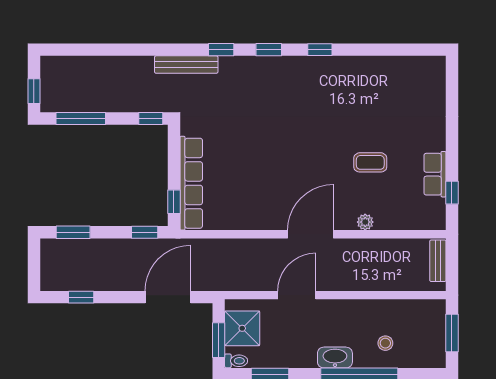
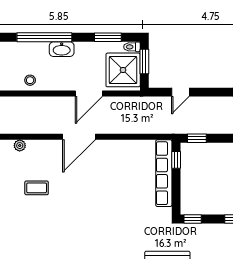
plant: (365, 222) -> (20, 146), moved
door: (168, 297) -> (180, 92), width x0.53
shower: (242, 328) -> (123, 70), width x1.37, depth x1.37
stool: (385, 343) -> (30, 80), moved

